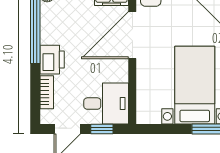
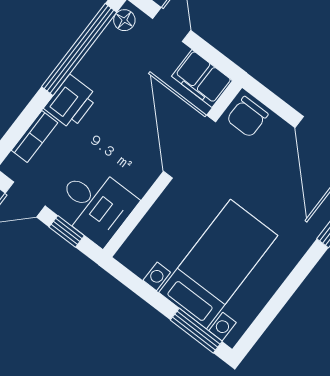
door: (132, 35) -> (189, 147), hinge flipped

